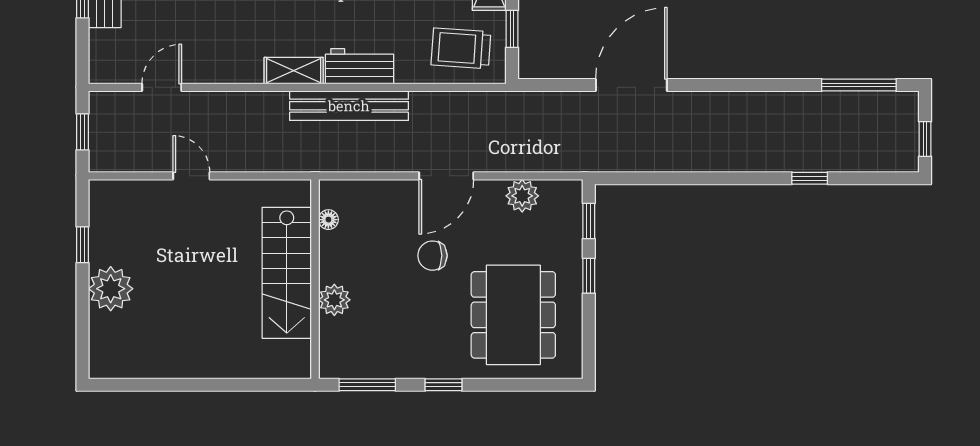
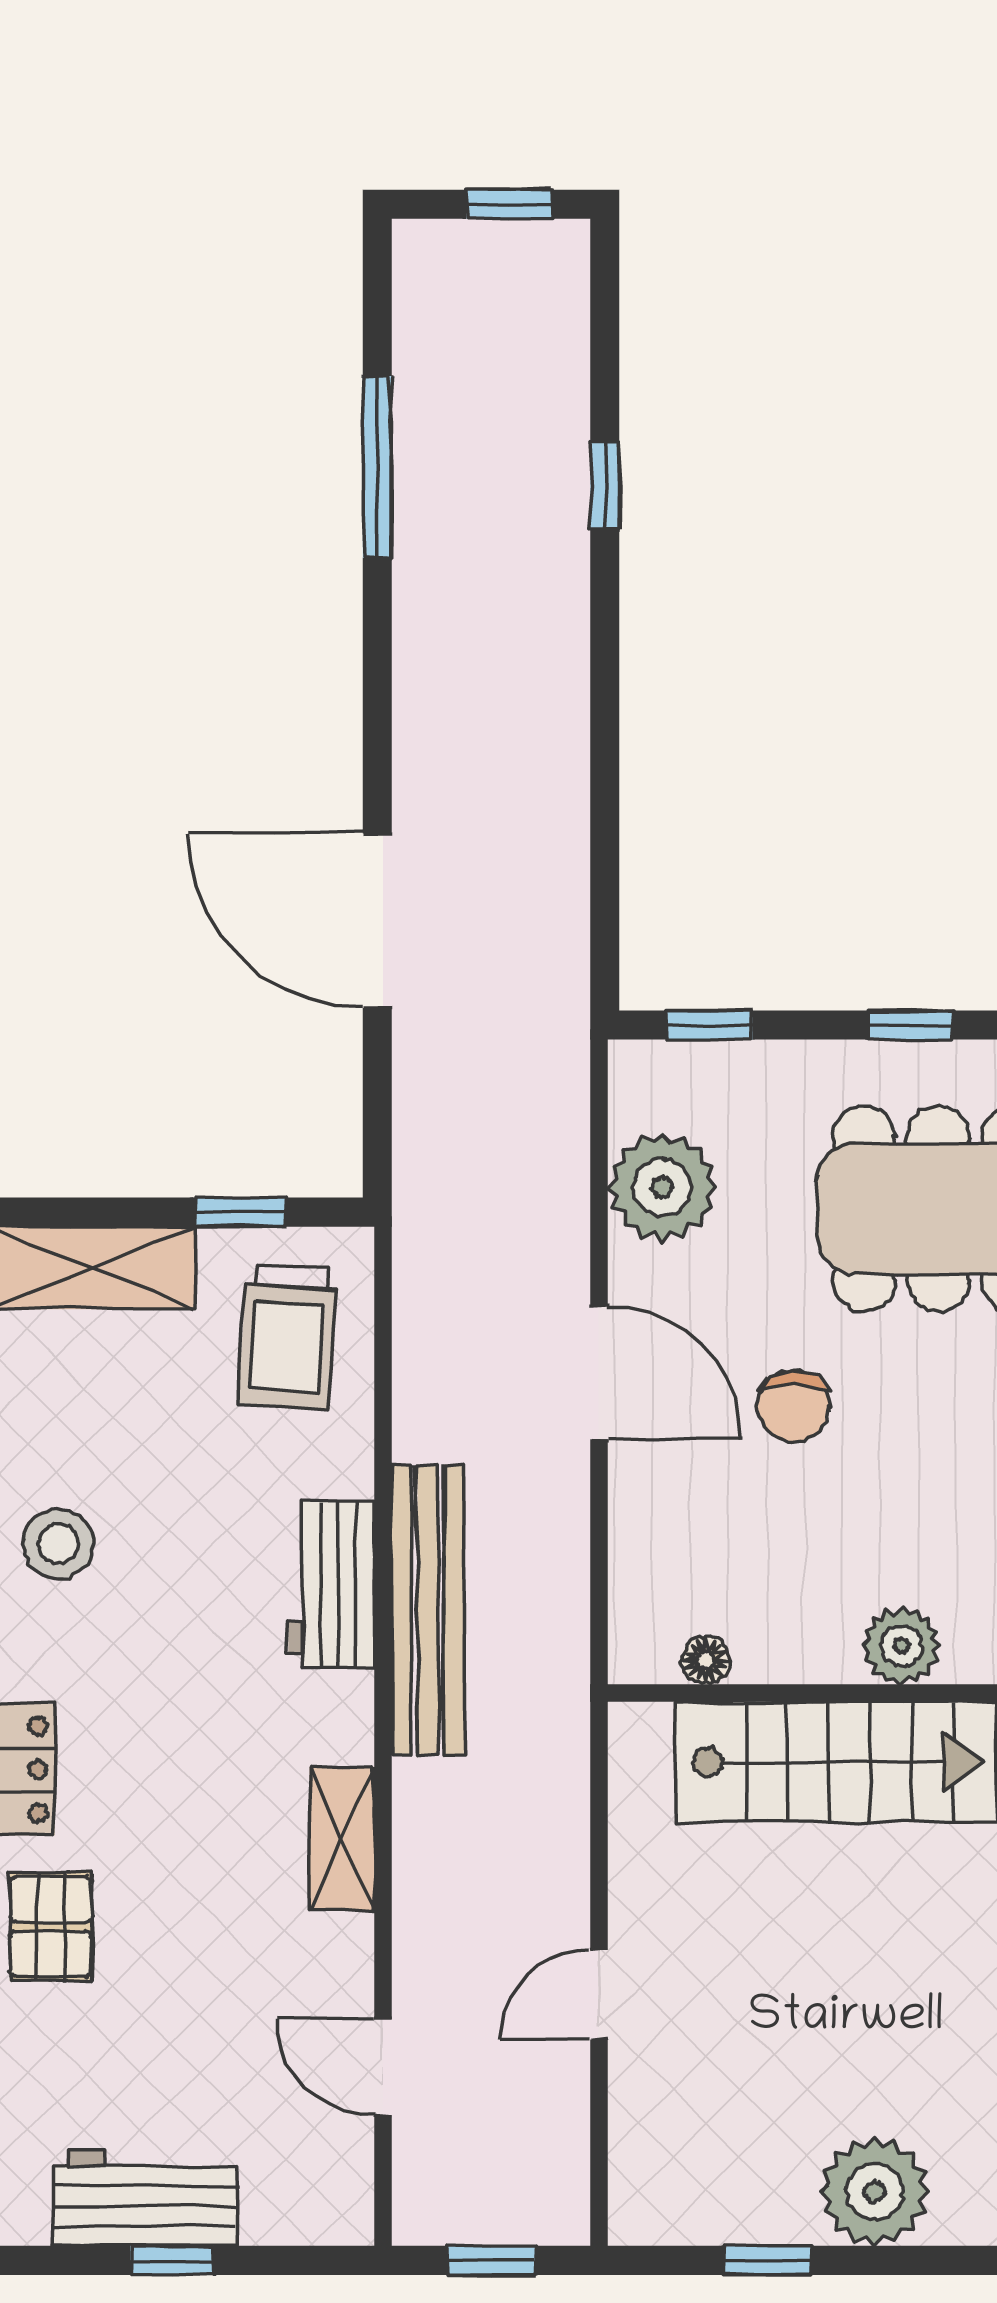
shelving: (294, 71) -> (342, 1839), moved
window: (859, 85) -> (377, 467), moved
plant: (522, 196) -> (662, 1187), width x1.36, depth x1.36
window: (589, 276) -> (910, 1025), moved

